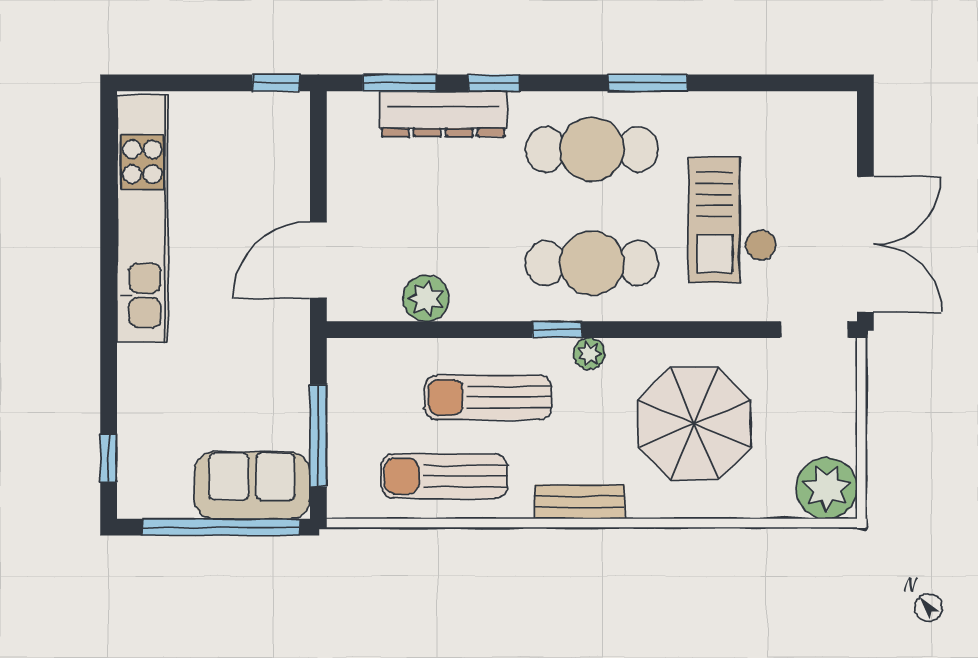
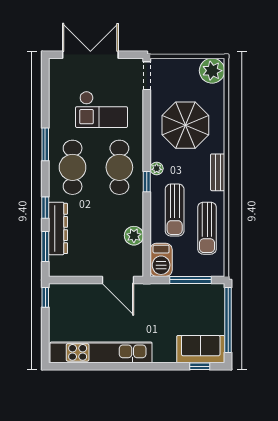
double door: (865, 245) -> (90, 55), moved
barbecue: (367, 364) -> (161, 260), added
sofa: (252, 485) -> (201, 349), moved, turned 90

